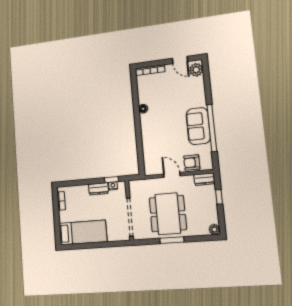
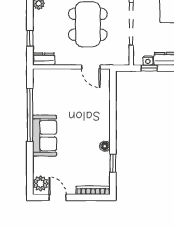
window: (135, 95) -> (113, 163), added
sofa: (198, 126) -> (45, 136), moved
armchair: (192, 163) -> (56, 79), removed
door: (172, 175) -> (91, 67), moved

